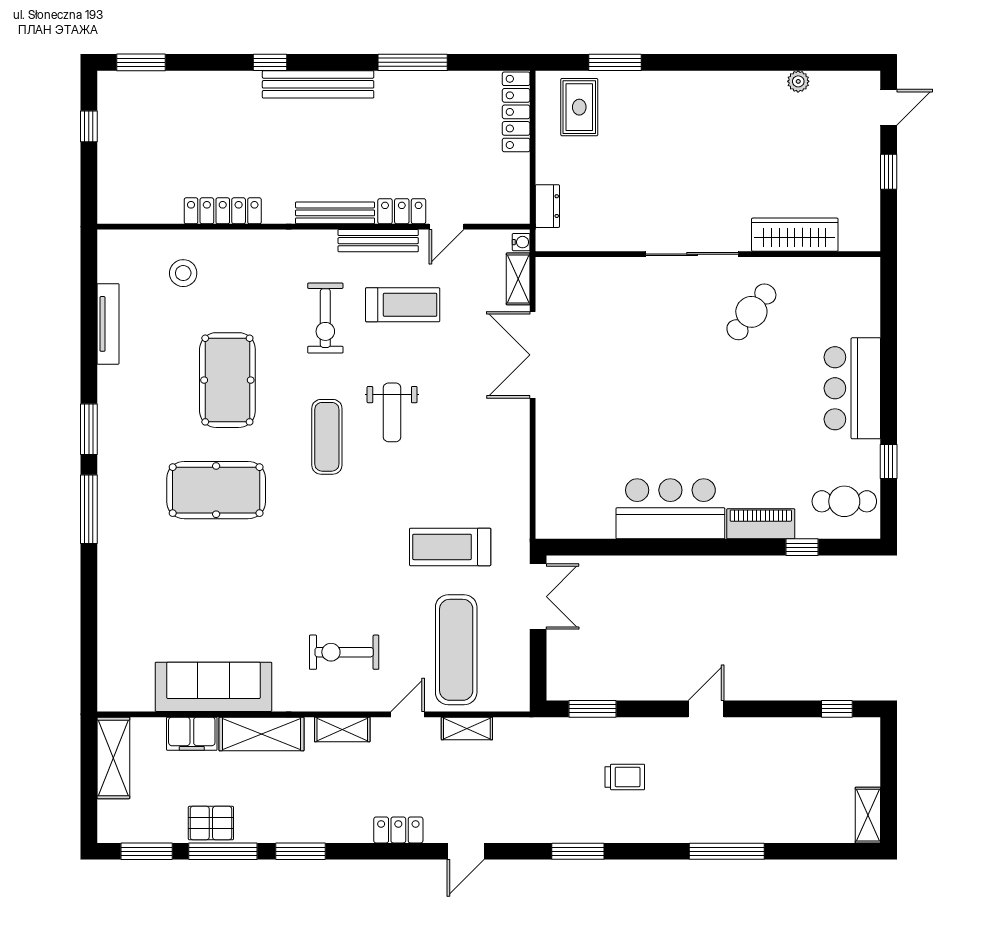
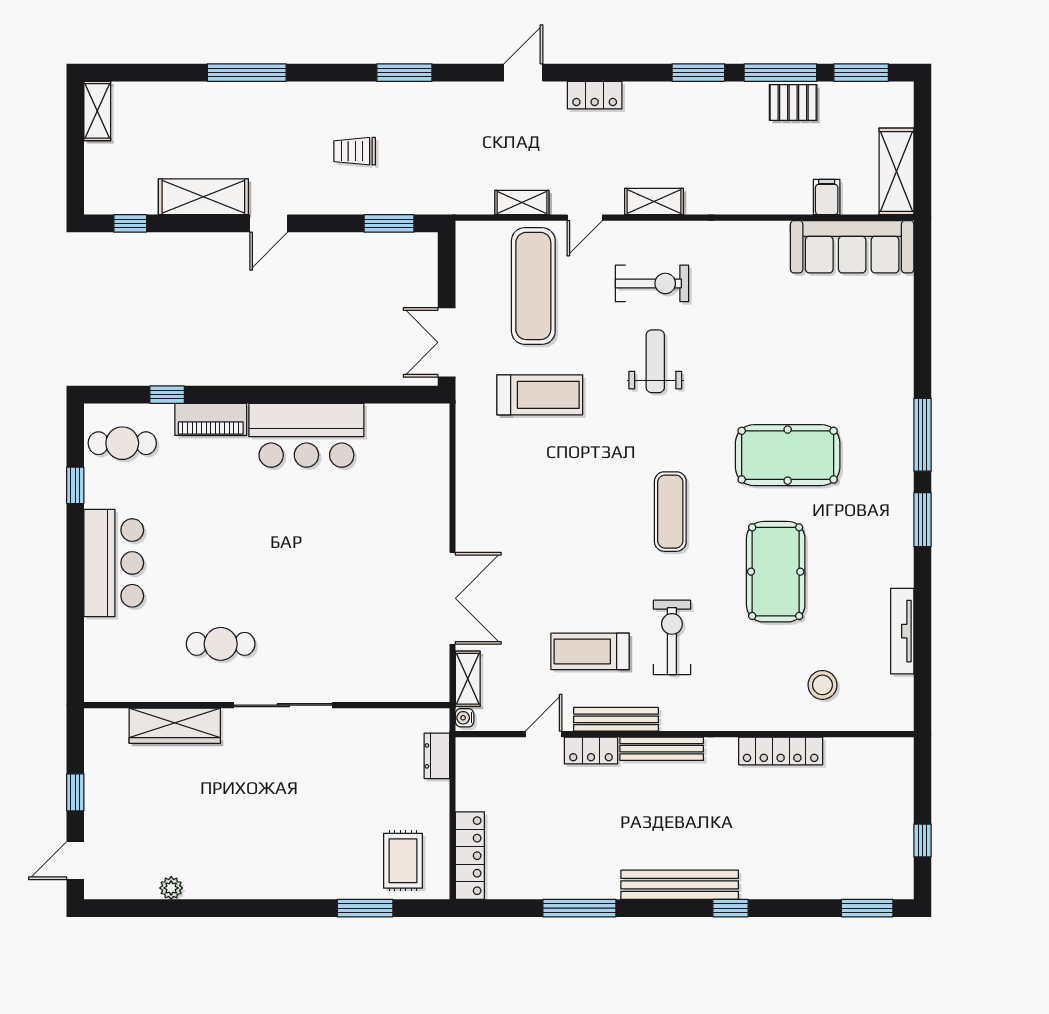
cafe table: (751, 312) -> (221, 644), turned 52
weight bench: (392, 412) -> (655, 361), moved
sofa: (213, 687) -> (852, 247), moved
filing cabinet: (192, 734) -> (827, 197), width x0.50
shelving: (262, 734) -> (203, 197), moved

